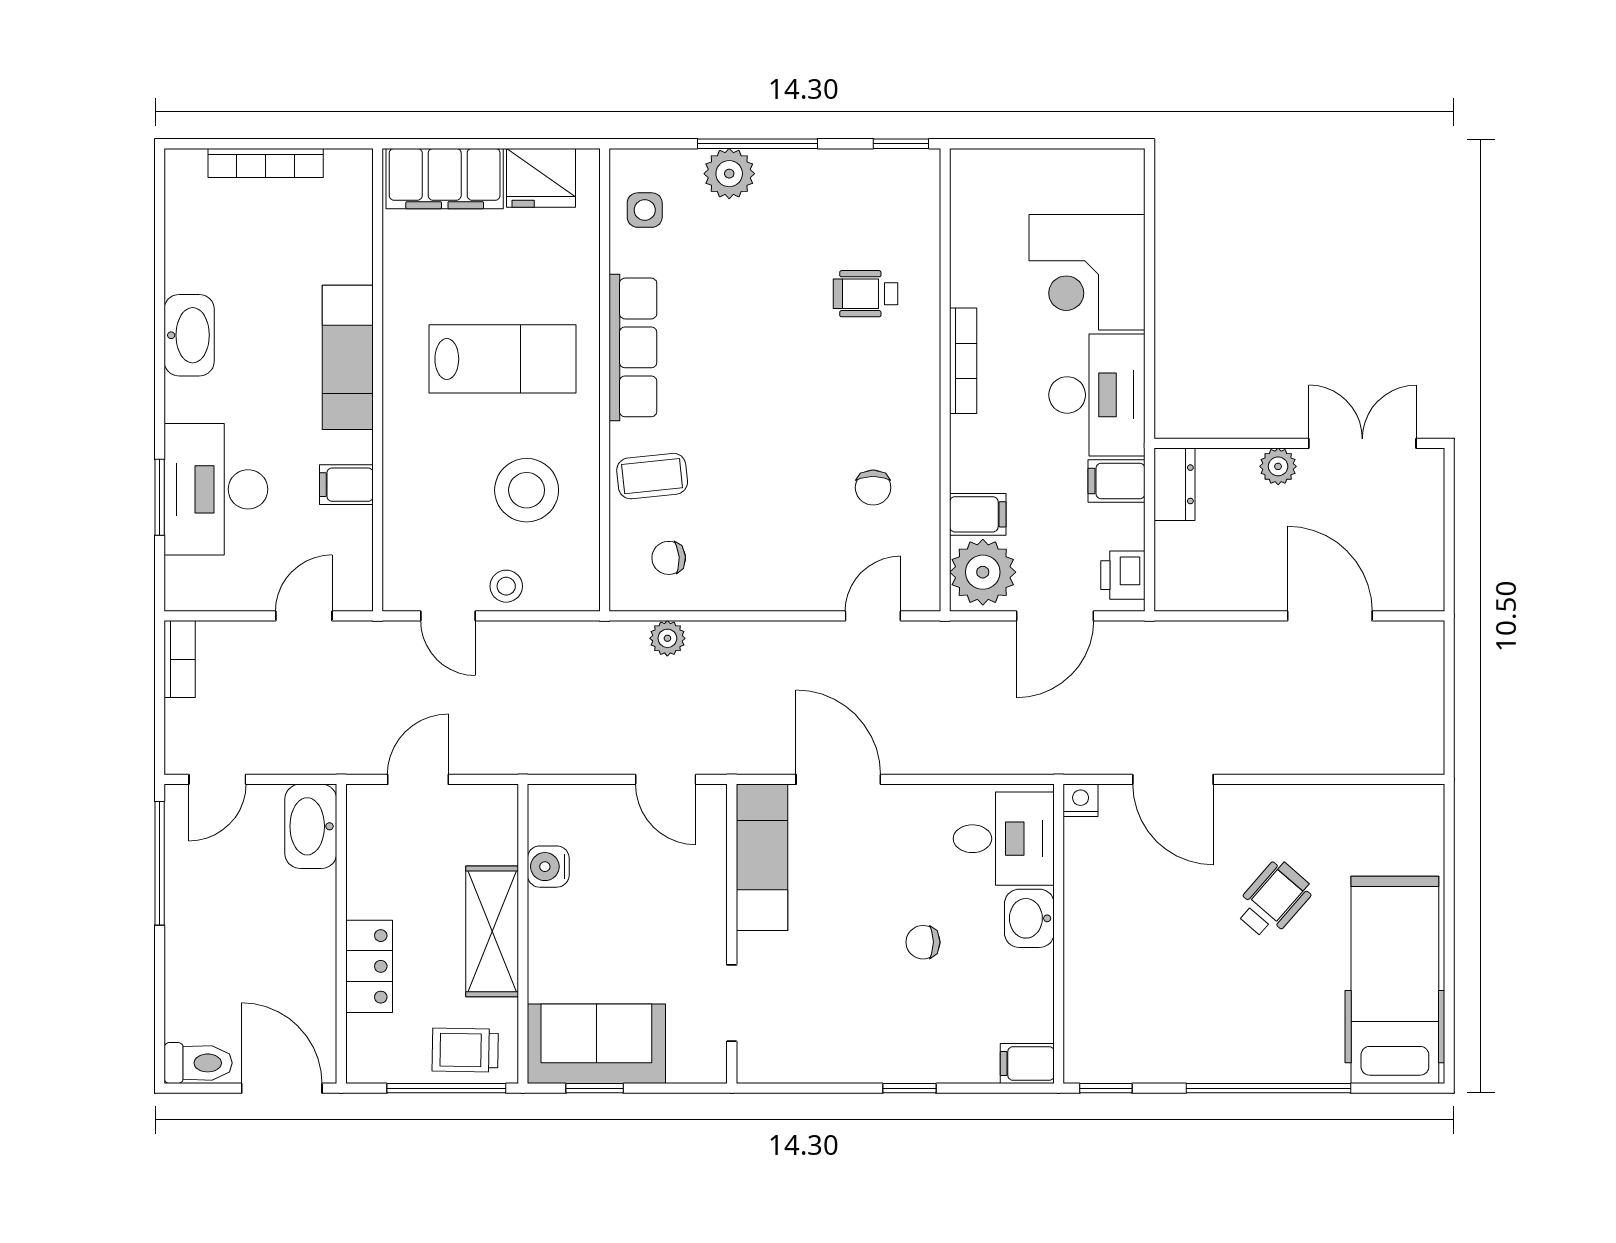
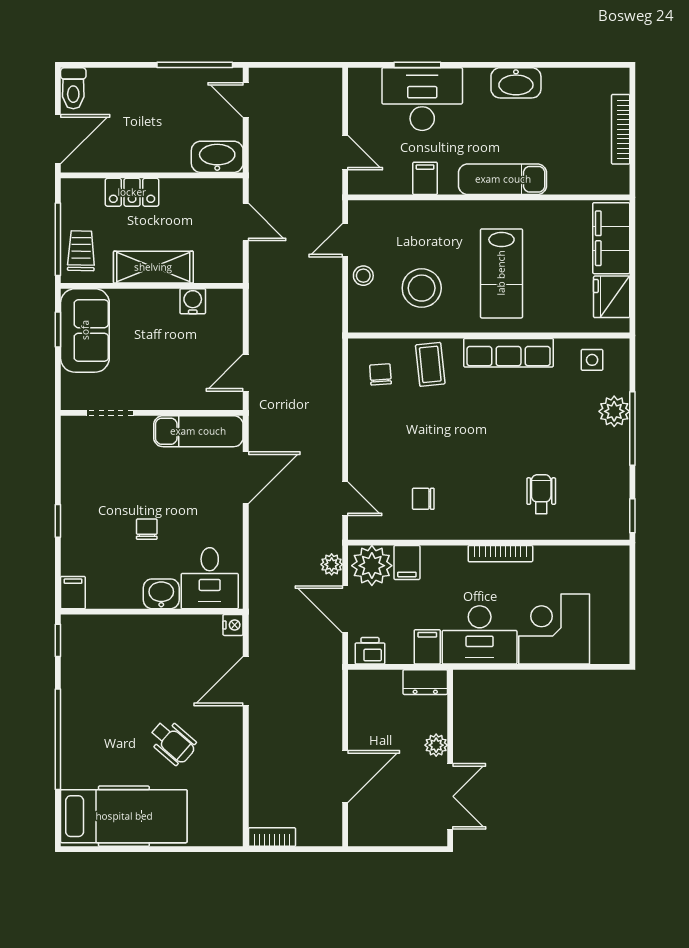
plant: (667, 638) -> (332, 564), moved
bookcase: (180, 659) -> (272, 837), moved, turned 180

